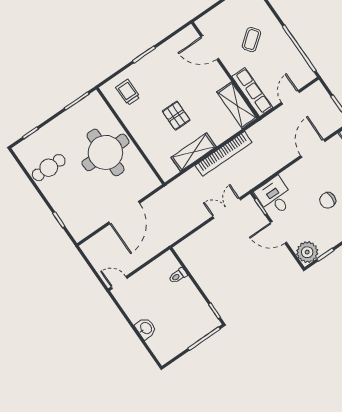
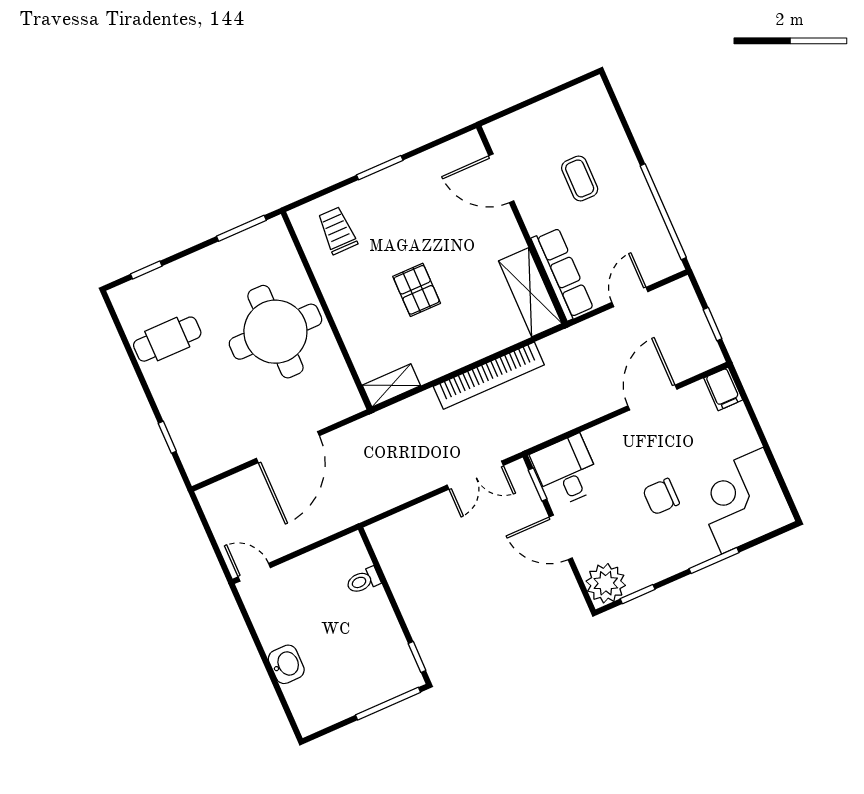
coffee table: (251, 40) -> (580, 178), turned -52
shelving: (194, 152) -> (391, 385), moved, width x0.67, depth x0.75
double door: (227, 208) -> (475, 475), swing flipped

